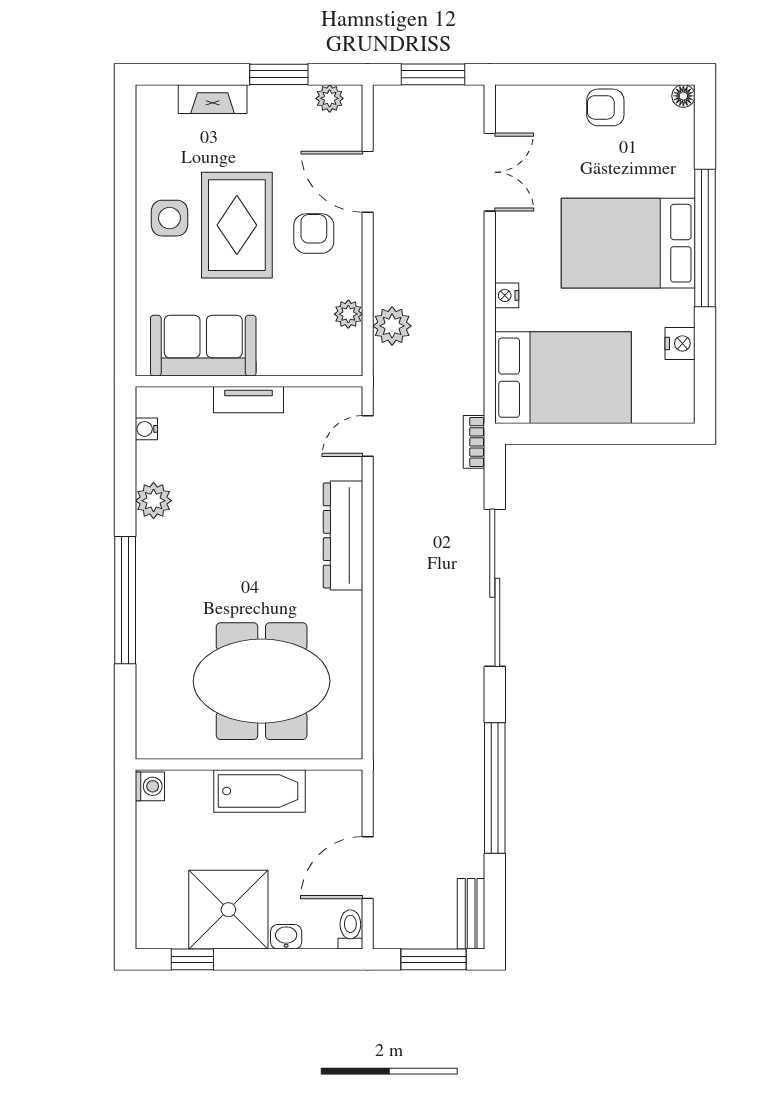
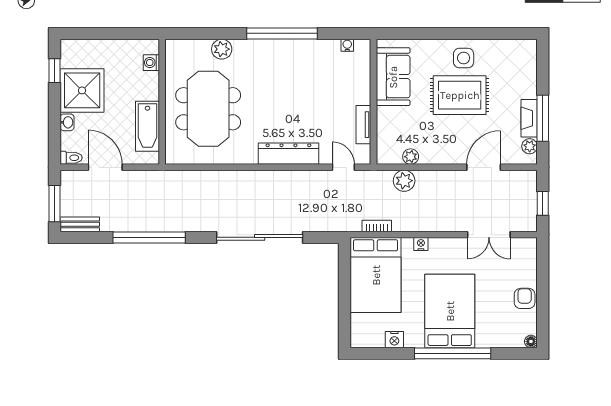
window: (279, 74) -> (543, 118), width x1.44
window: (433, 74) -> (543, 203), width x0.67
fireplace: (213, 99) -> (529, 118), moved
armchair: (314, 234) -> (455, 138), removed
tv unit: (248, 400) -> (363, 125), moved
bookcase: (474, 442) -> (377, 226), moved
plant: (154, 501) -> (222, 49), moved
window: (125, 600) -> (282, 33), moved
washing machine: (150, 786) -> (151, 63), moved, turned 90
bathtub: (259, 791) -> (148, 126), moved

